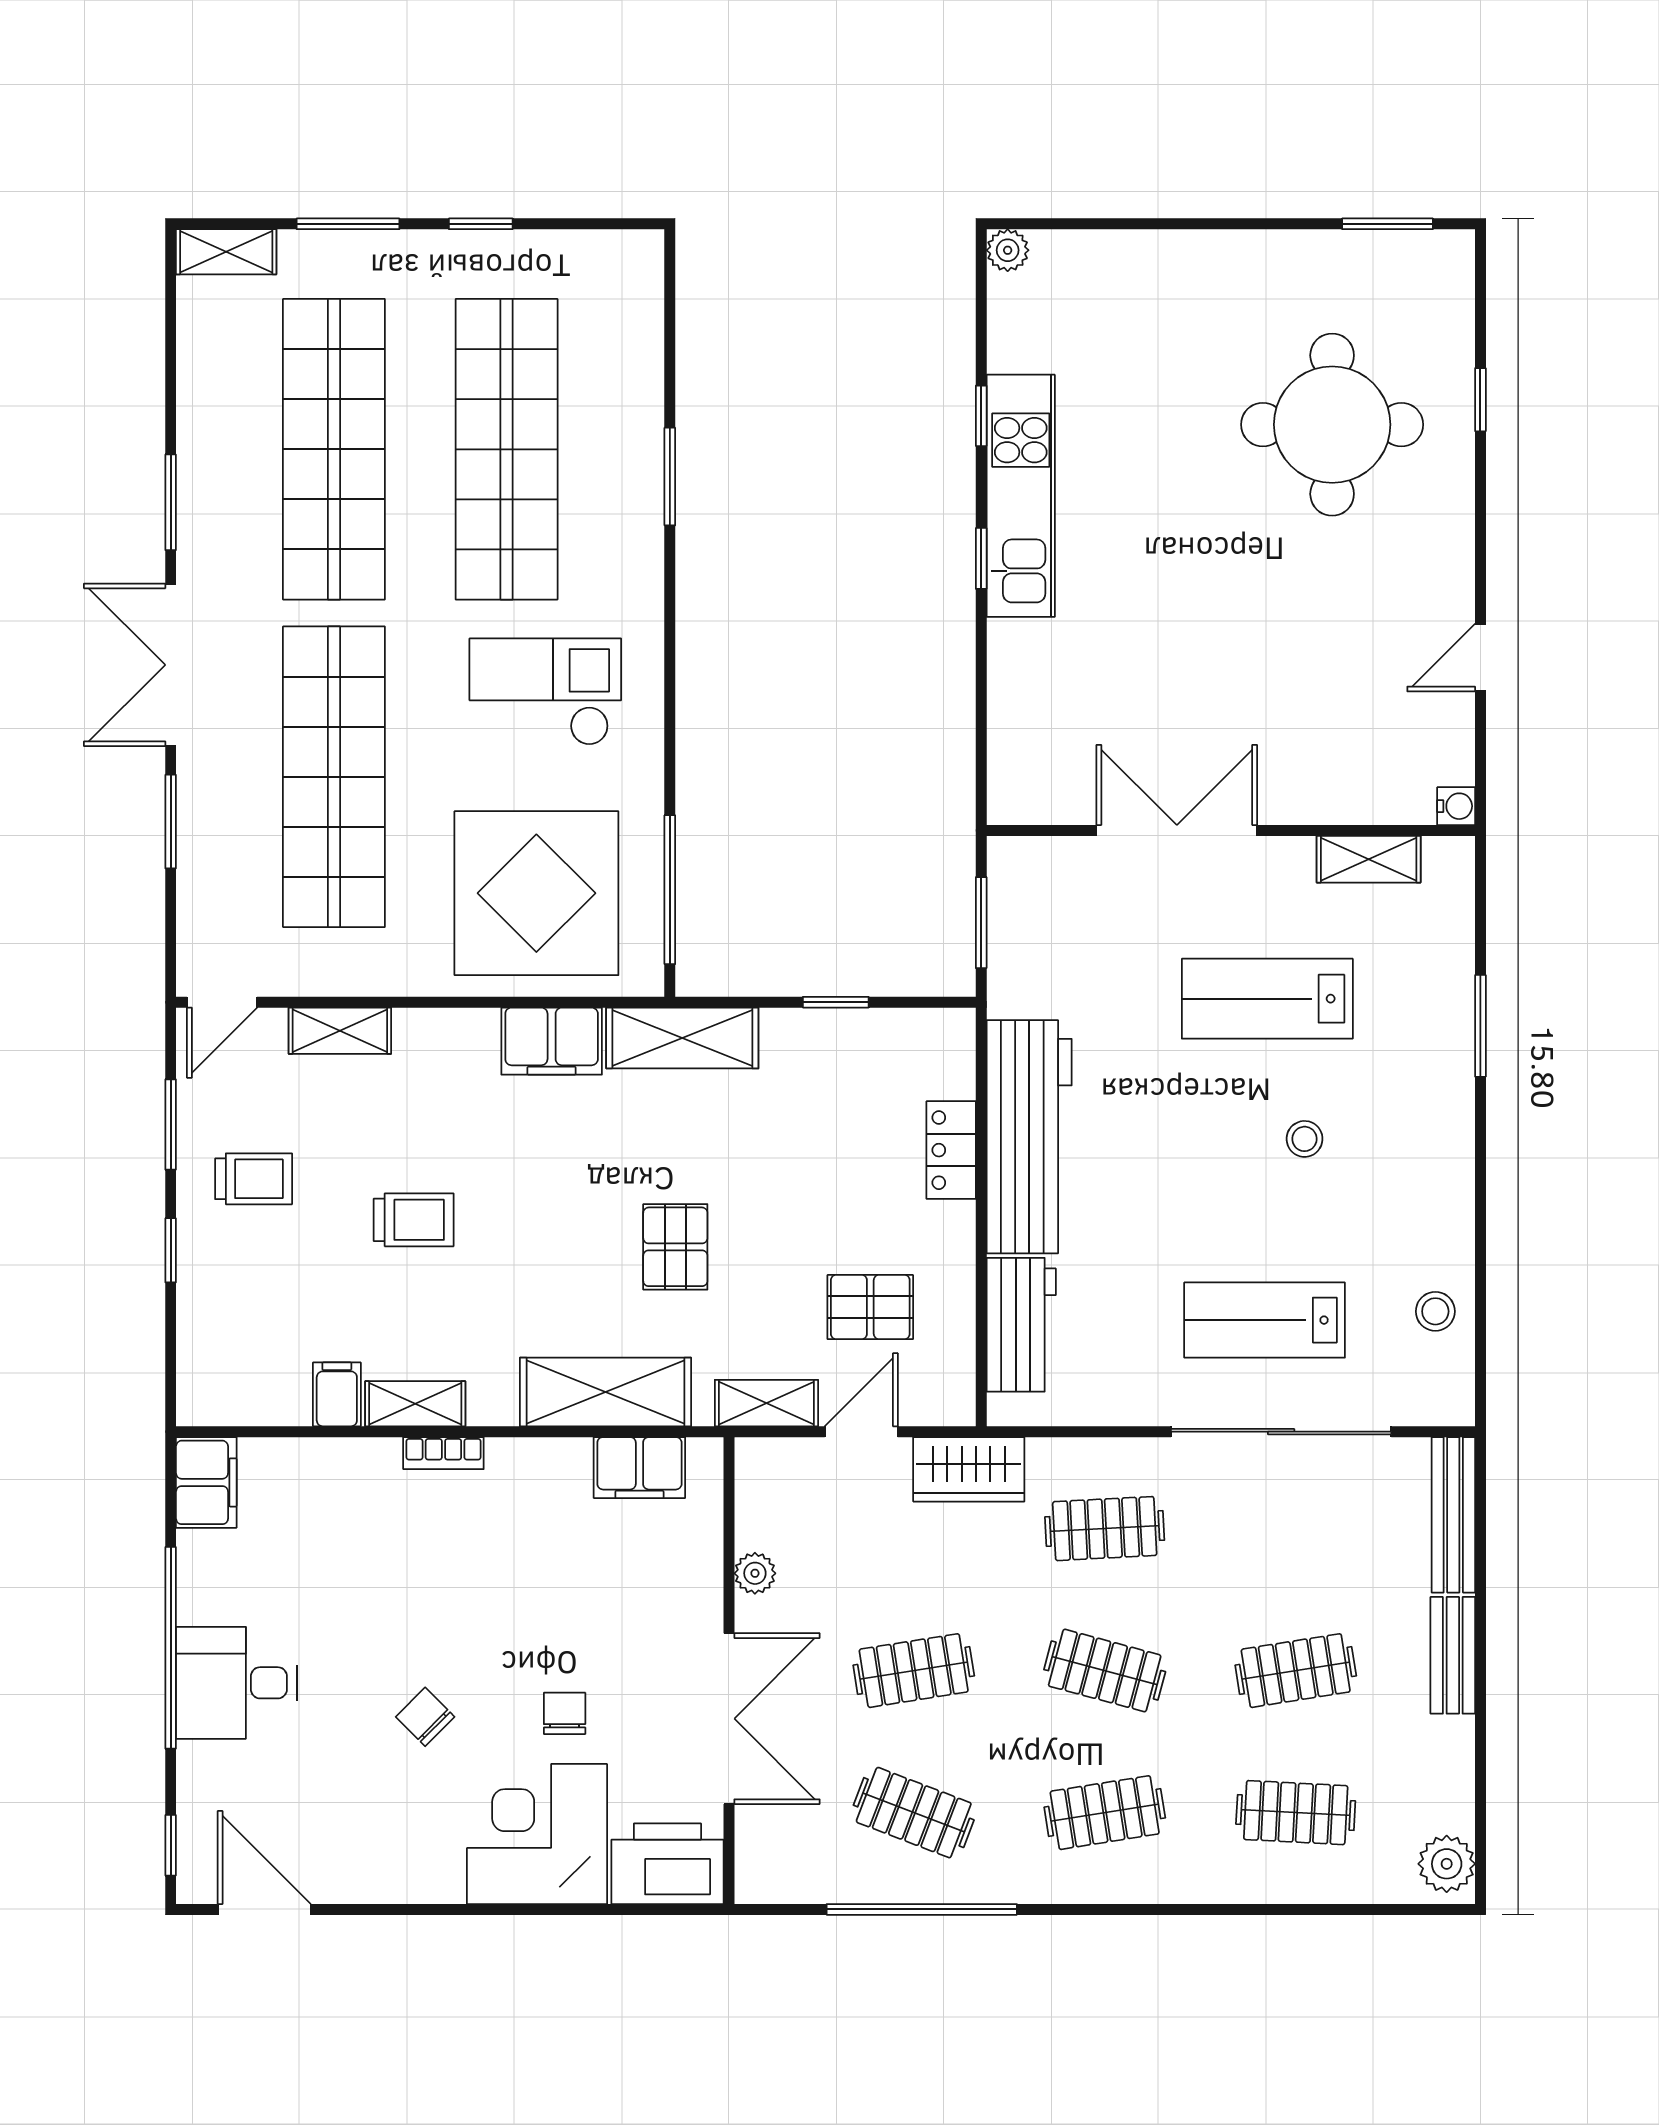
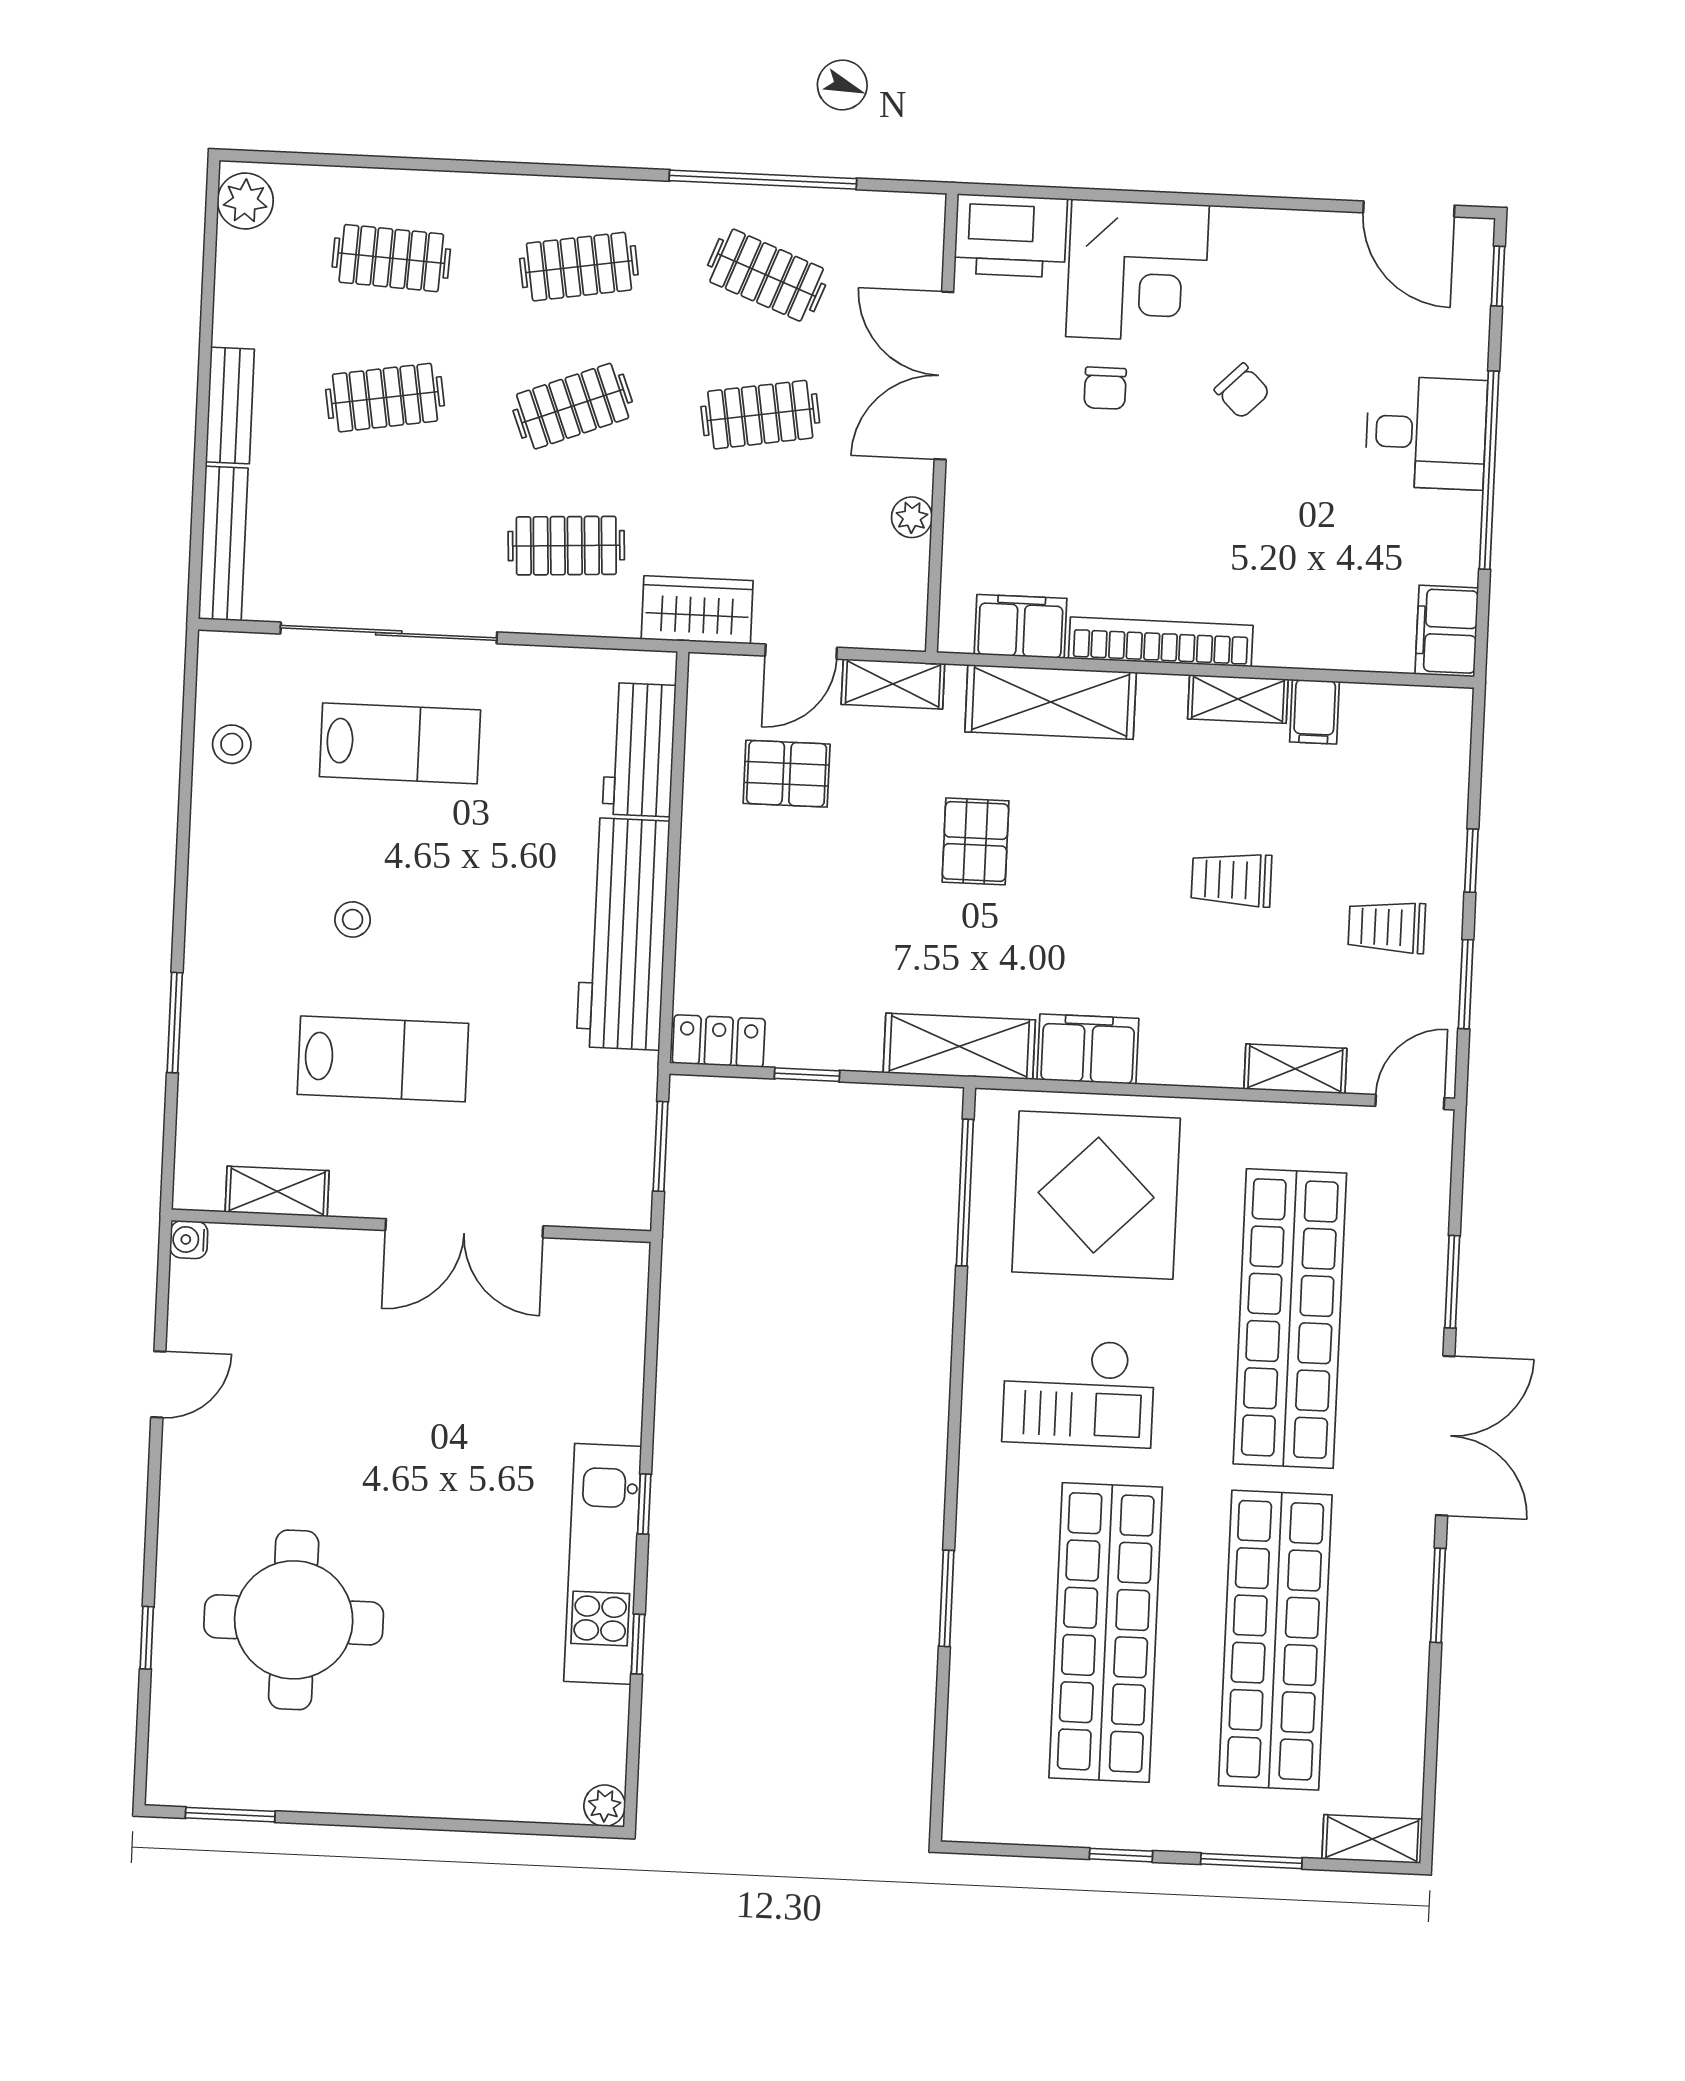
locker: (951, 1150) -> (719, 1041), moved, turned -90
bookcase: (443, 1453) -> (1161, 642), width x2.31, depth x1.31
clothes rail: (1105, 1671) -> (573, 406), turned -36

